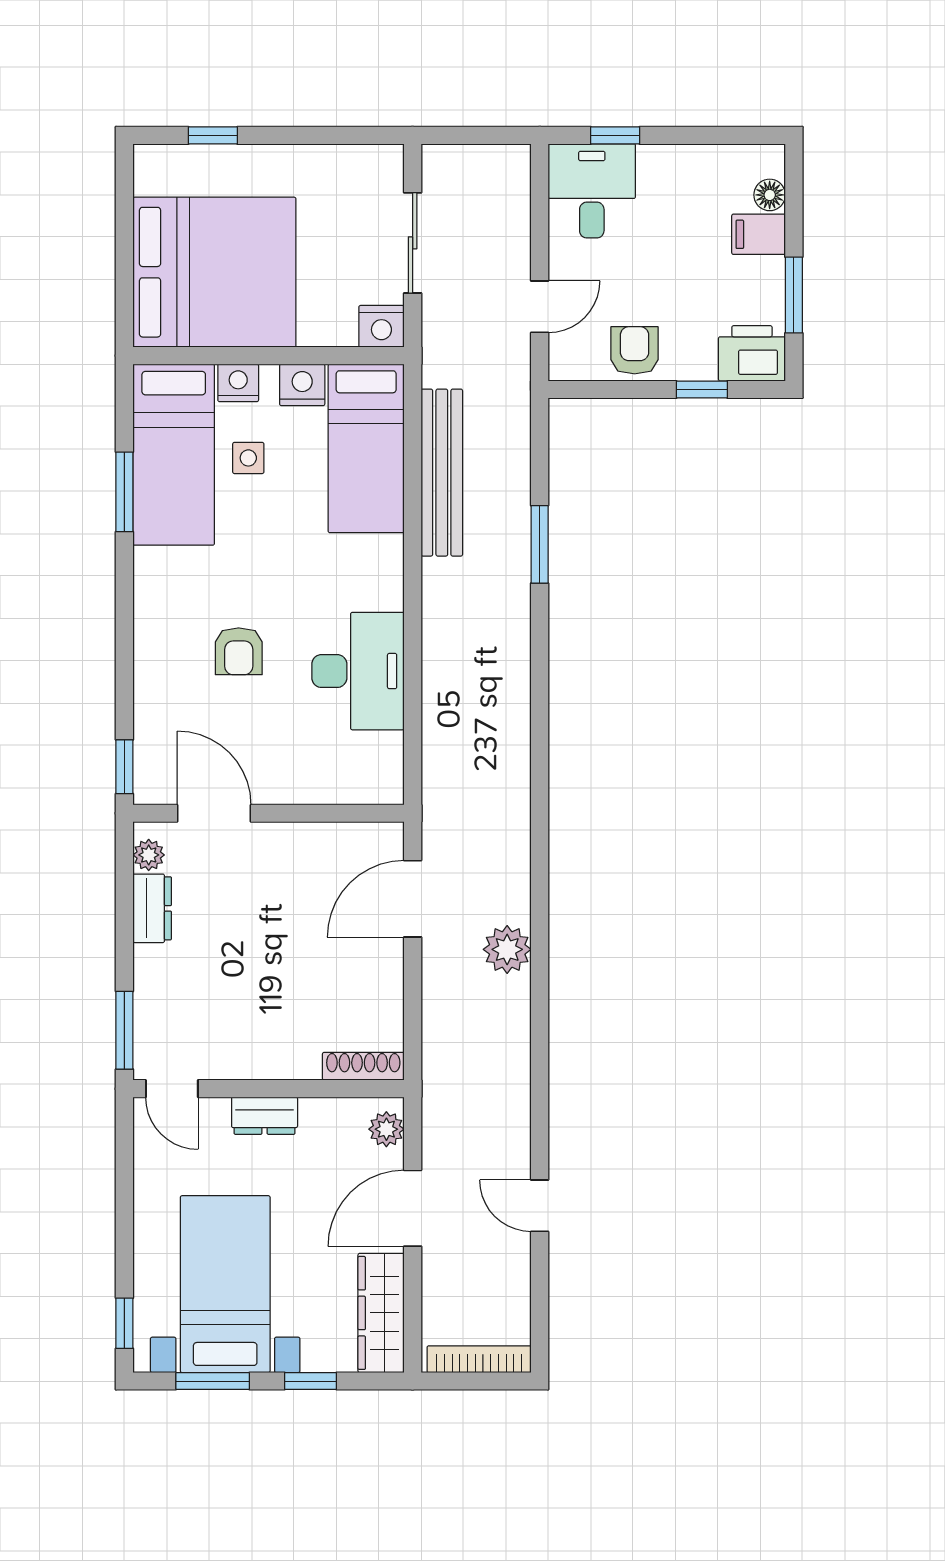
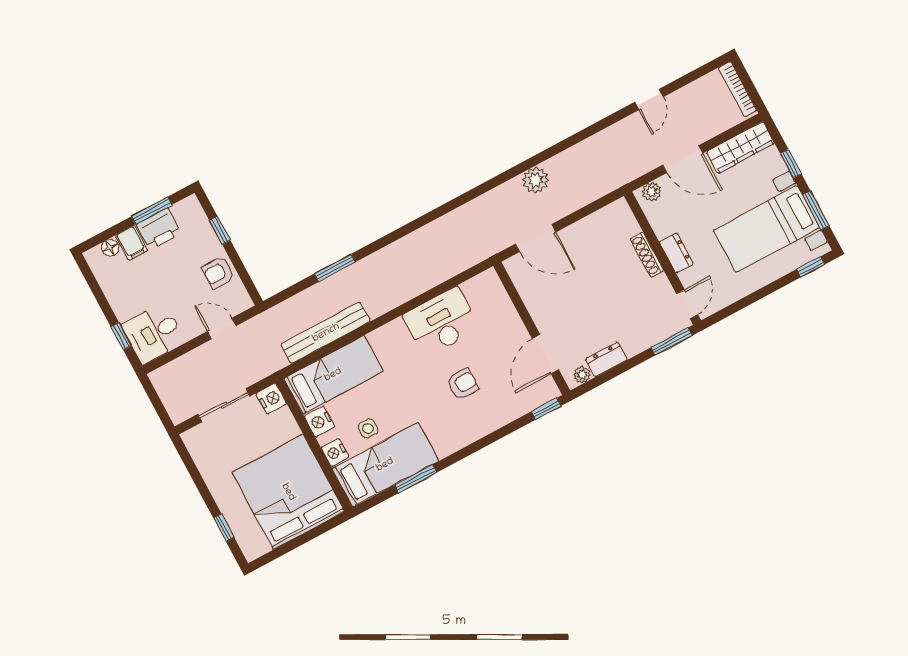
printer: (752, 353) -> (159, 229), moved, turned -90
shoe rack: (363, 1066) -> (647, 255), moved

